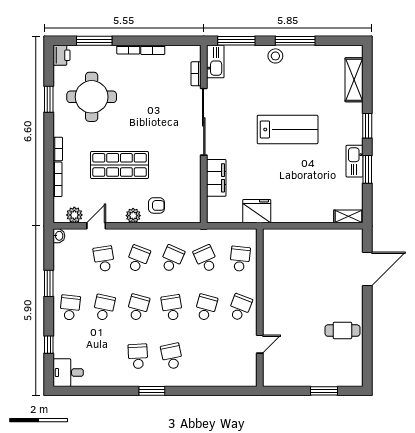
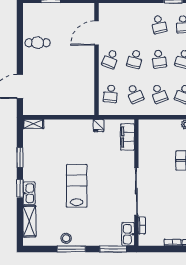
stool: (275, 56) -> (66, 238), moved
lab bench: (288, 129) -> (77, 186), turned 90
kitchen sink: (355, 161) -> (29, 193), moved
filing cabinet: (216, 178) -> (127, 137), moved
armchair: (156, 205) -> (170, 132), removed
fridge: (257, 211) -> (99, 126), width x0.53, depth x0.75
school desk: (172, 259) -> (159, 94), turned -45
door: (260, 344) -> (97, 33), width x1.88

